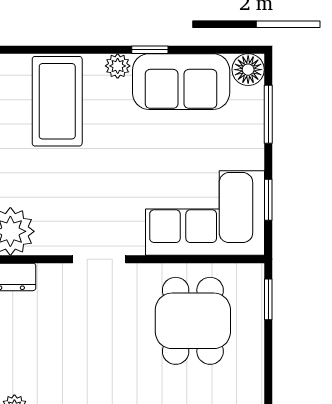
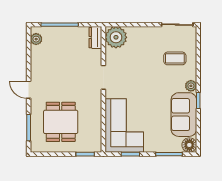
coffee table: (57, 101) -> (175, 58), width x0.54, depth x0.58
dining table: (193, 321) -> (61, 122), moved, turned 90

